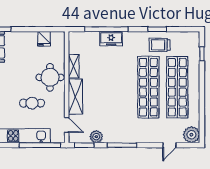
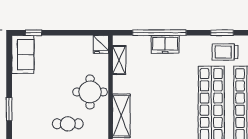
fridge: (44, 39) -> (101, 44), moved
shelving: (74, 66) -> (119, 60), moved

